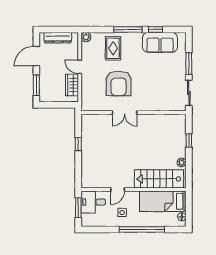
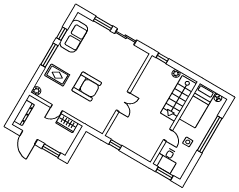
double door: (125, 112) -> (123, 102), moved
wall: (134, 112) -> (127, 95), moved

